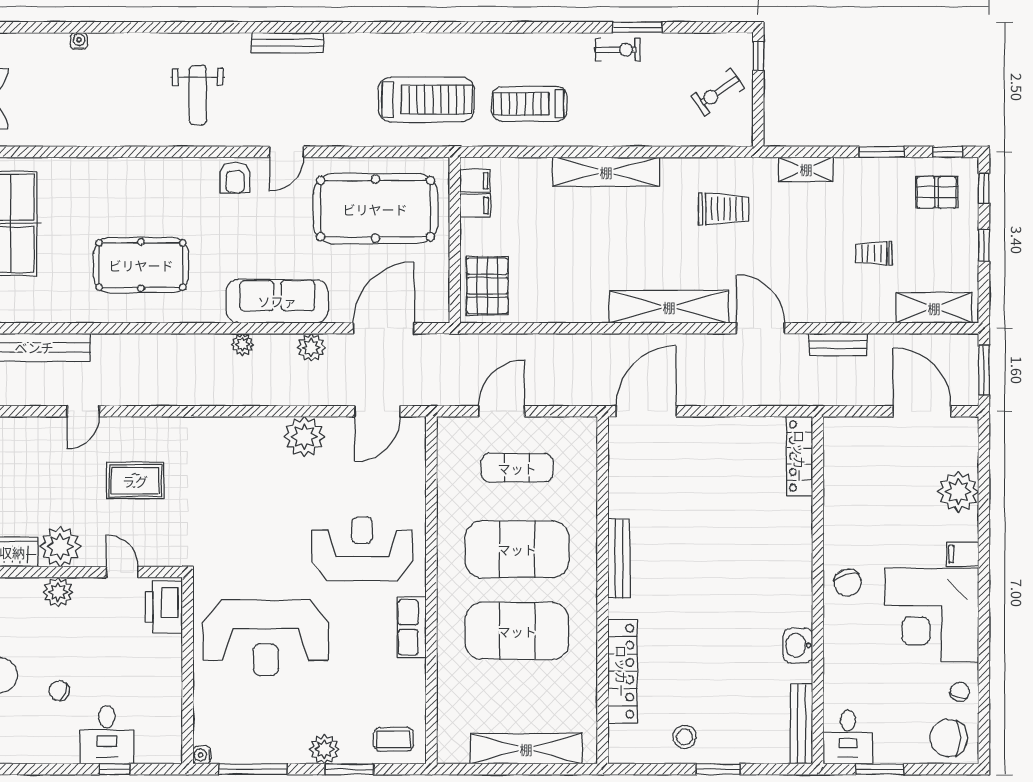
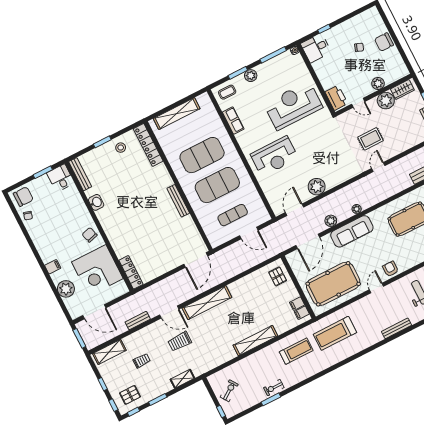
trolley: (724, 209) -> (180, 341), moved
pallet: (487, 286) -> (278, 276), width x0.67, depth x0.71
door: (83, 411) -> (378, 167), moved
door: (502, 411) -> (249, 233), hinge flipped
corner desk: (932, 615) -> (97, 270), moved, turned 180
row of seats: (412, 627) -> (233, 121), moved
locker: (622, 671) -> (148, 145), moved
desk: (107, 735) -> (316, 48), moved, turned -90

